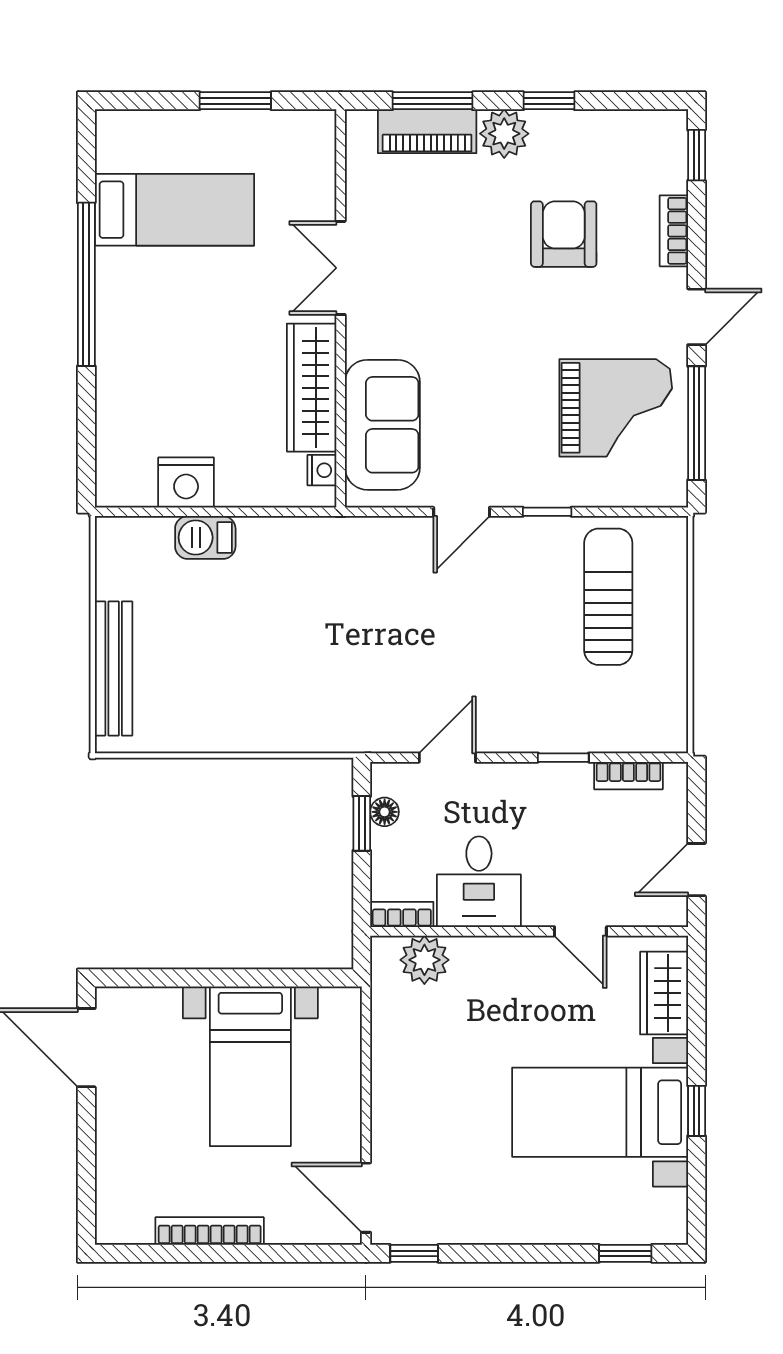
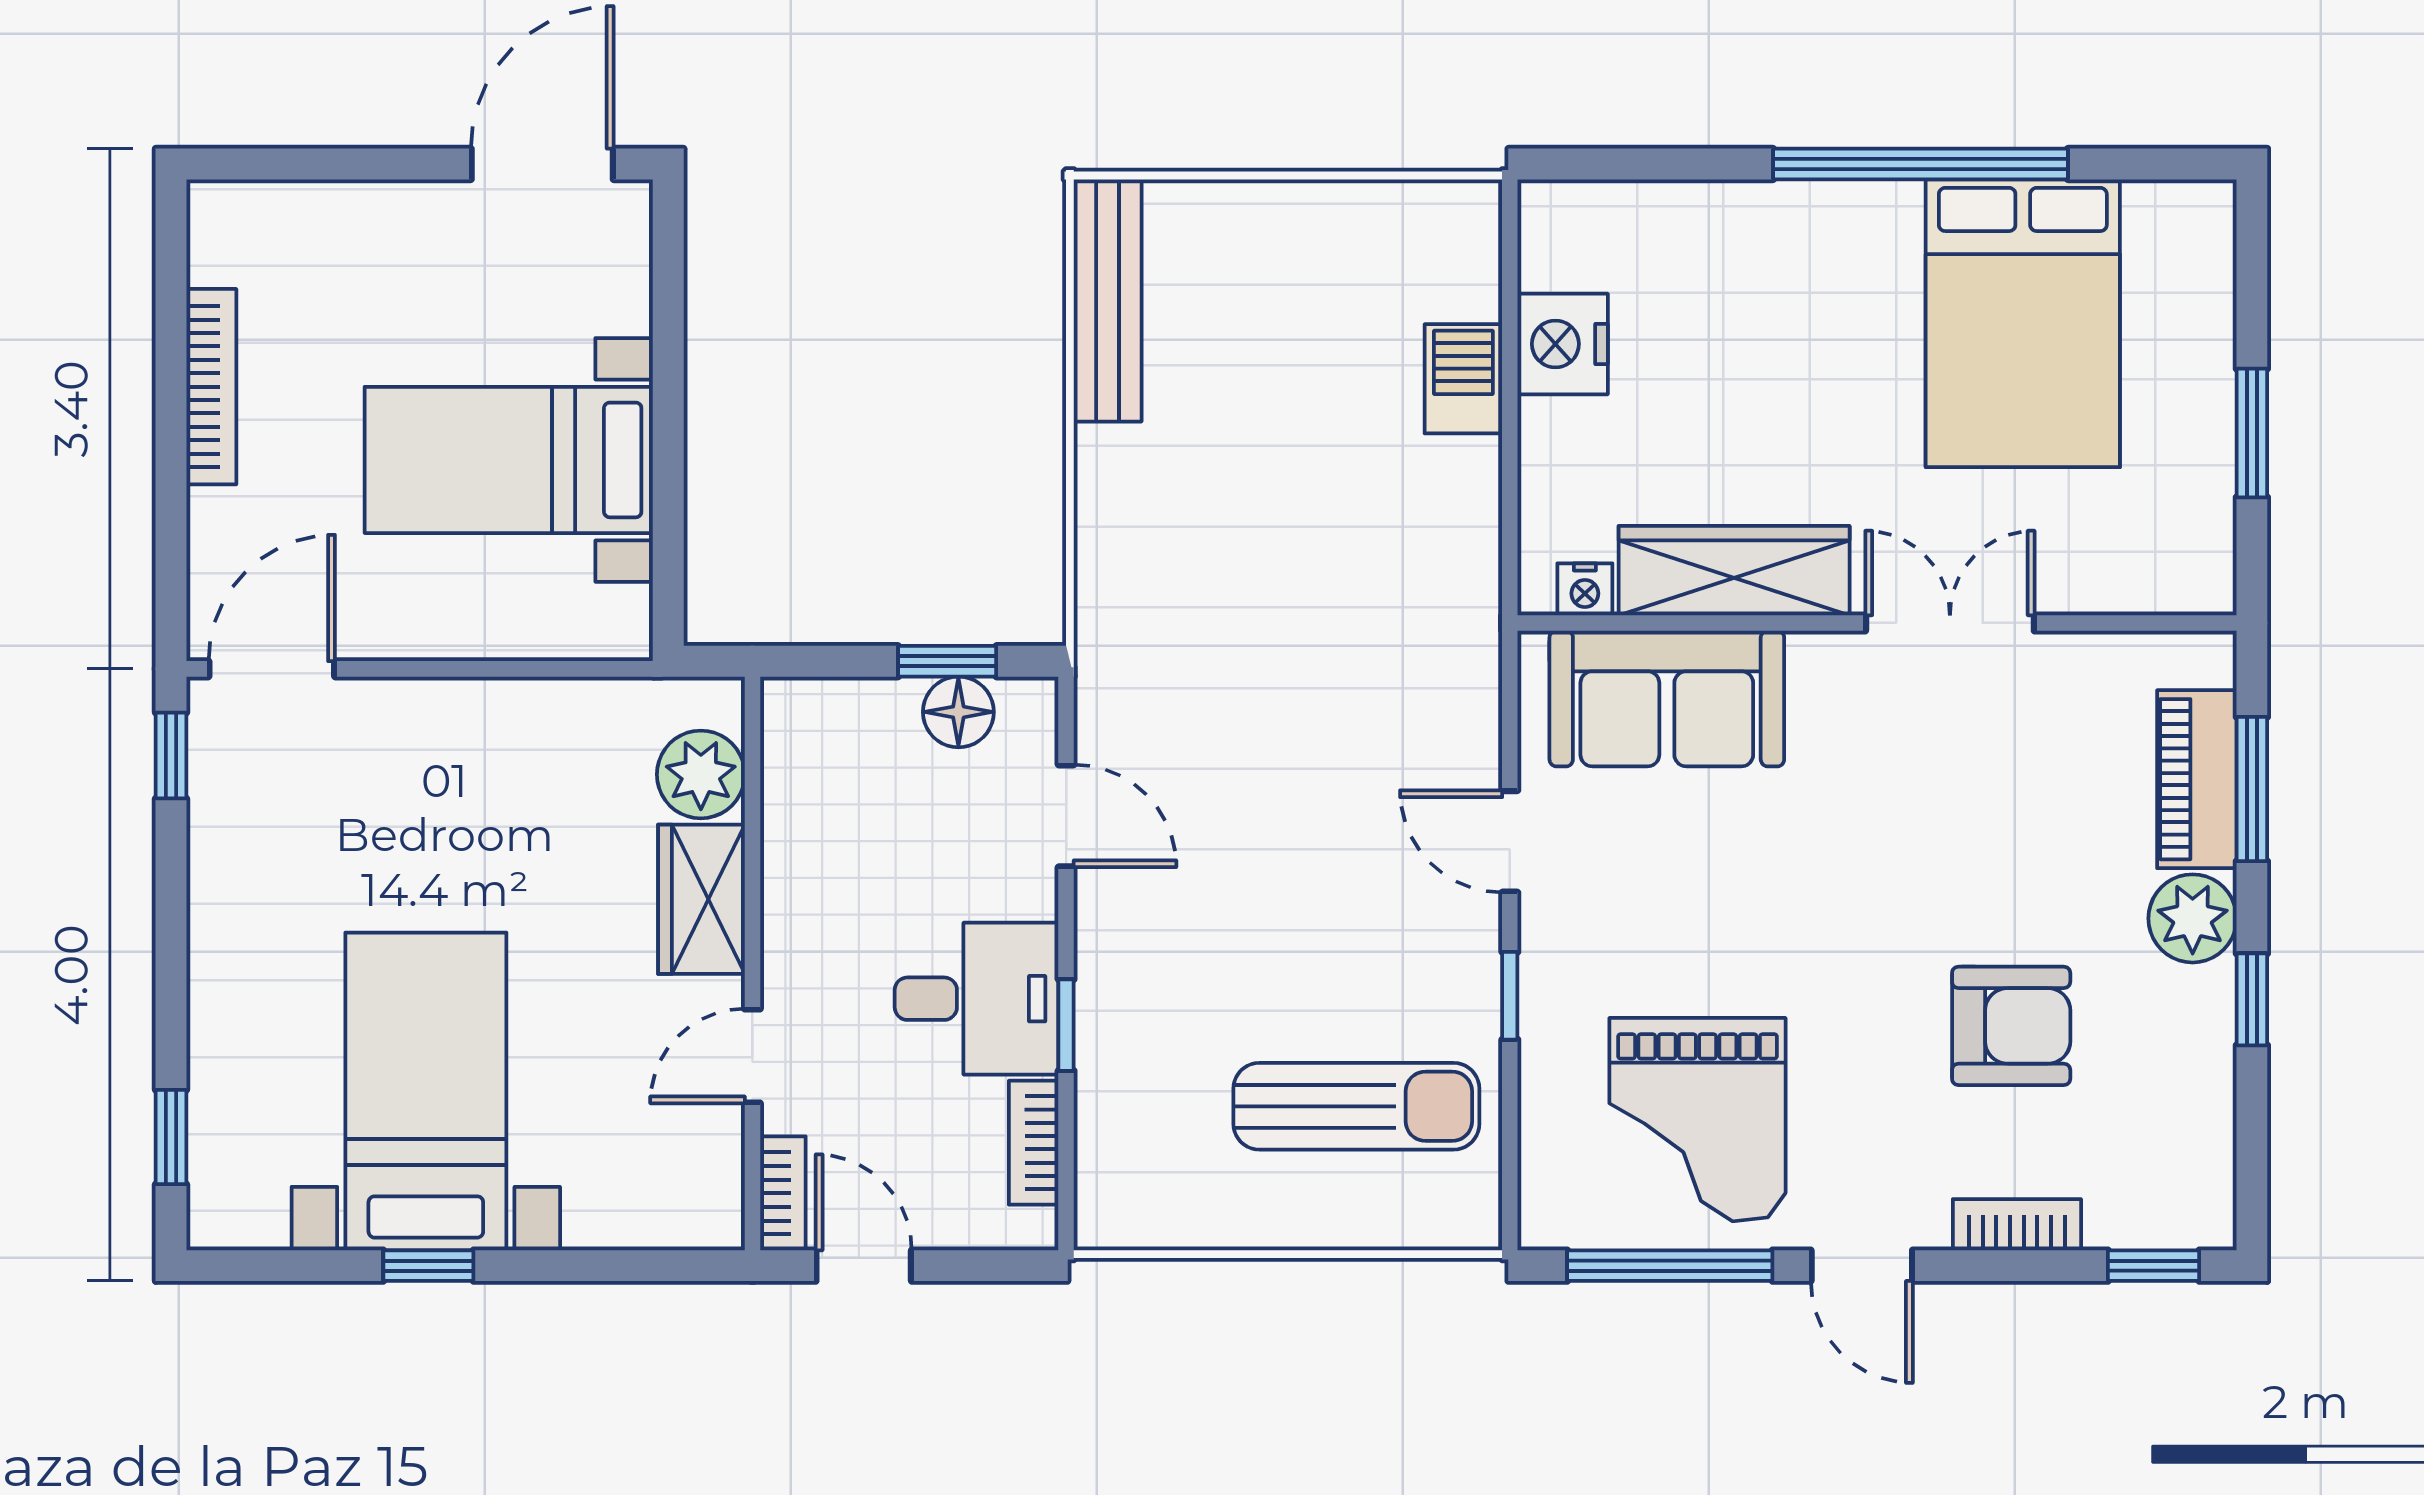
bed: (174, 210) -> (2023, 323), width x1.50
bench: (114, 668) -> (1108, 300), moved, turned 90
floor lamp: (385, 812) -> (958, 712), width x1.37, depth x1.37
desk: (479, 882) -> (977, 999), moved, turned 180
bookcase: (402, 914) -> (783, 1193), moved
wardrobe: (664, 993) -> (701, 899), moved, turned -90

